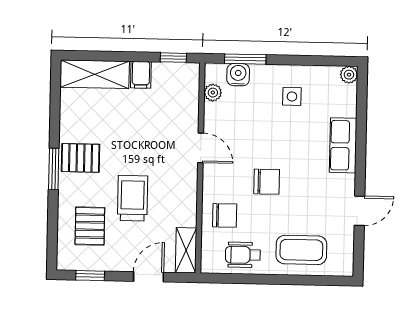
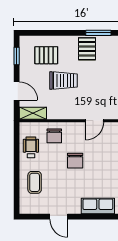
window: (54, 169) -> (98, 33), moved
coffee table: (301, 250) -> (35, 182), width x0.73, depth x0.77

